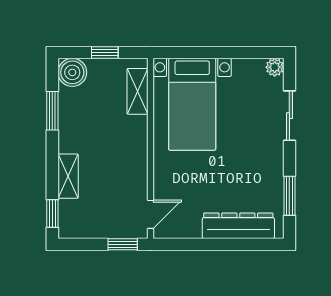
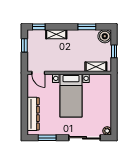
bed with nightstands: (192, 104) -> (71, 96), moved, turned -90
sliding door: (289, 116) -> (85, 138), width x1.37
window: (123, 244) -> (24, 45), moved

